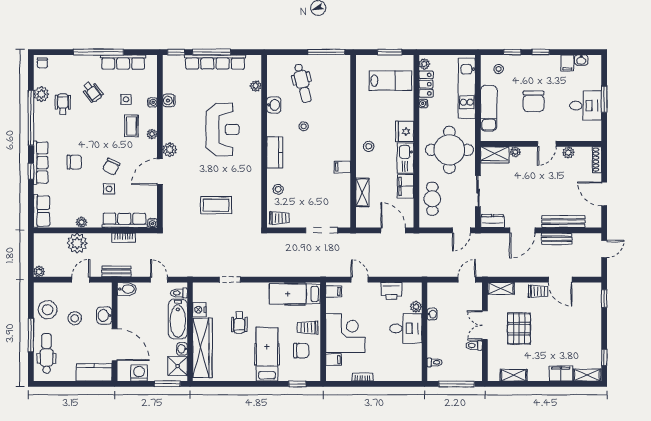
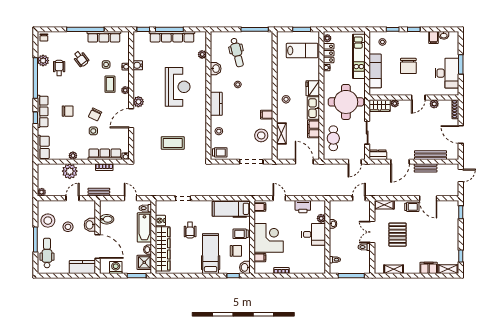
desk: (586, 106) -> (447, 73), width x1.37
stool: (335, 195) -> (261, 135), added
bidet: (127, 289) -> (107, 219), moved
washbasin: (313, 373) -> (245, 267), added

